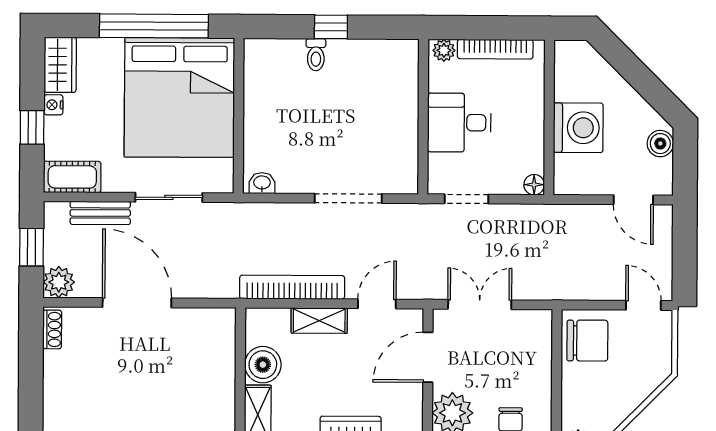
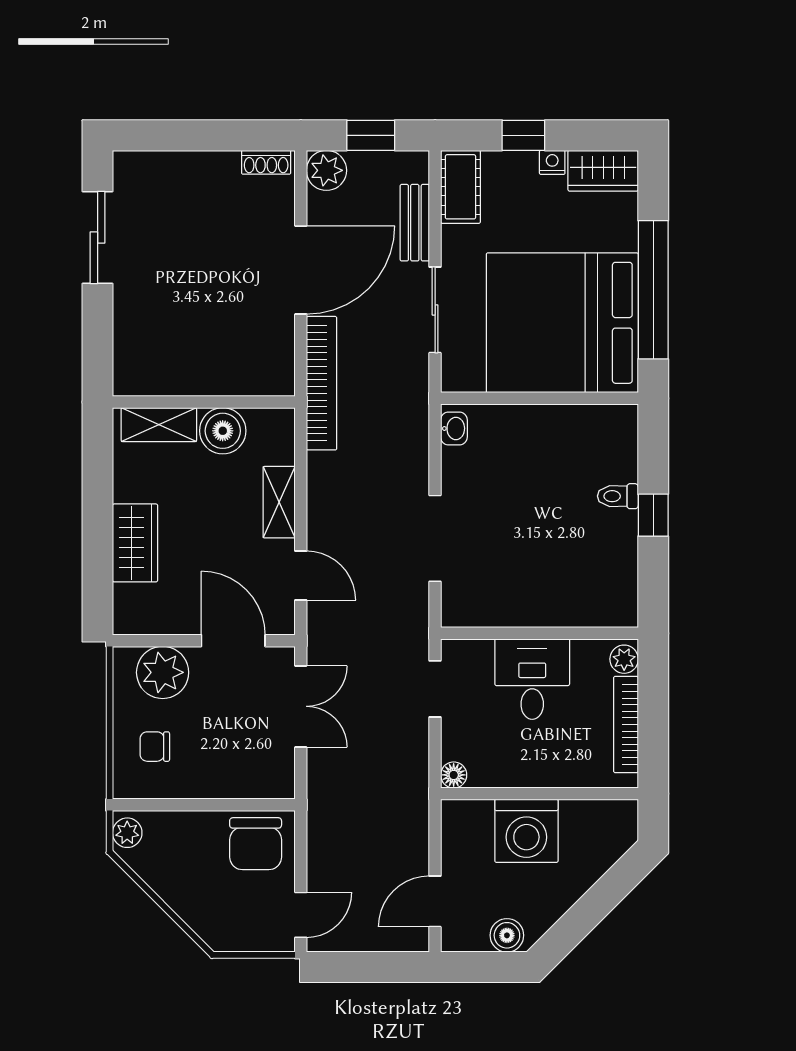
bookcase: (292, 287) -> (322, 383), moved

